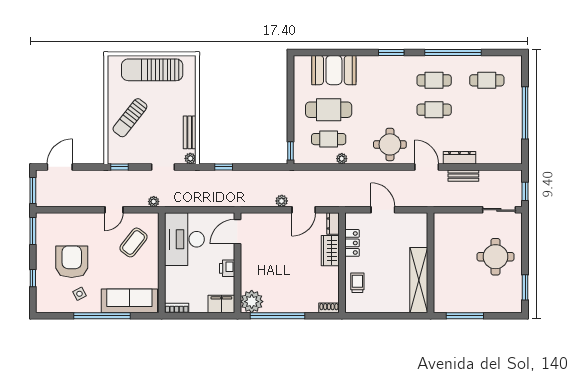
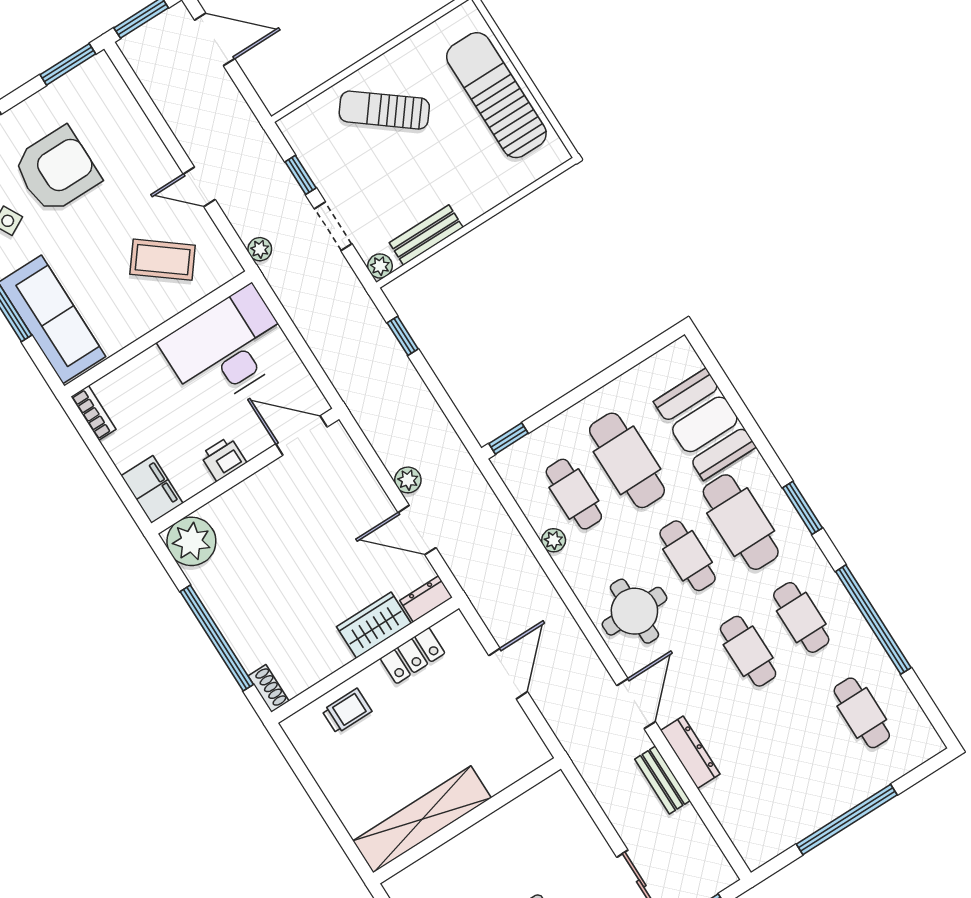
cafe table: (381, 80) -> (741, 522), added
cafe table: (381, 110) -> (688, 556), added
window: (119, 167) -> (301, 175), moved
window: (277, 316) -> (217, 638), moved

